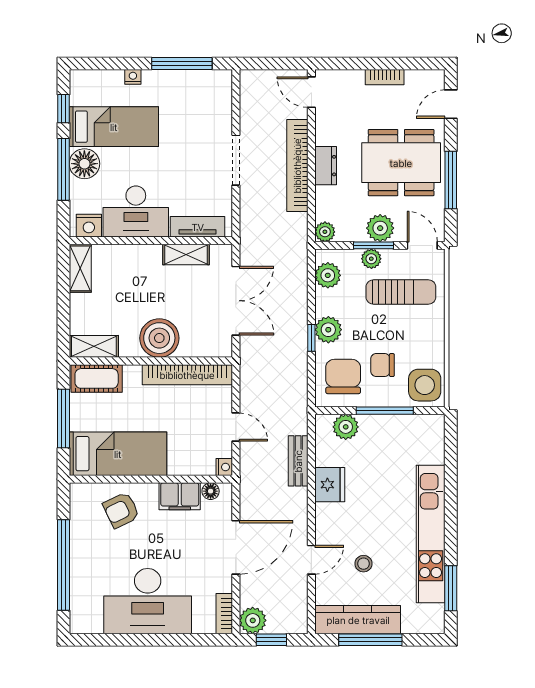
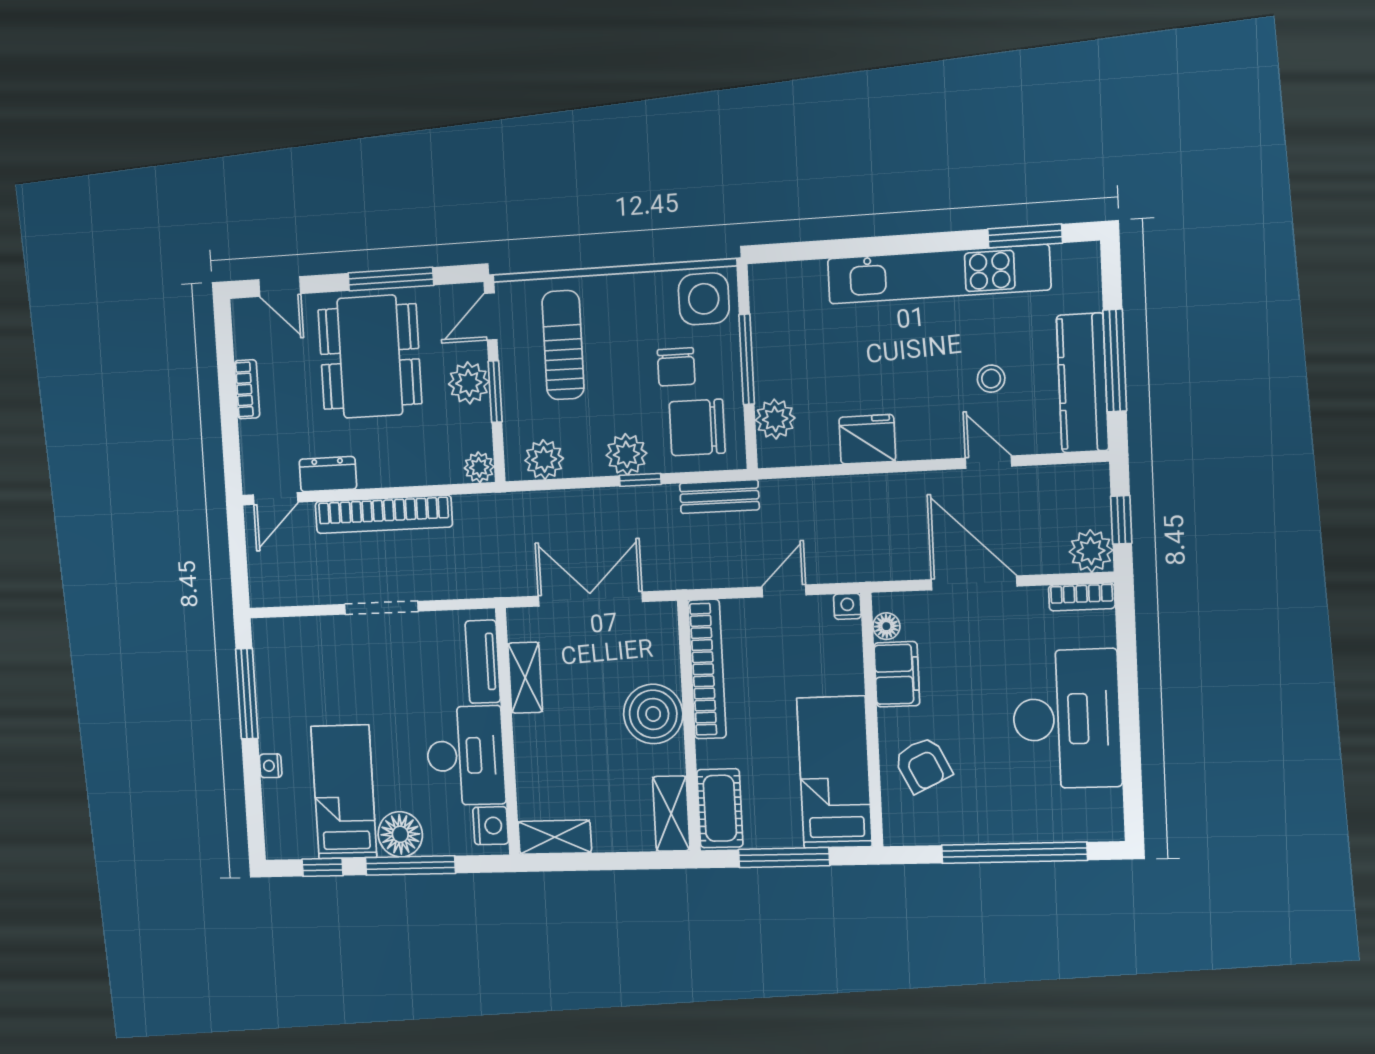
dresser: (326, 166) -> (328, 474), moved
plant: (371, 259) -> (515, 394), removed
bench: (298, 461) -> (719, 497), moved

